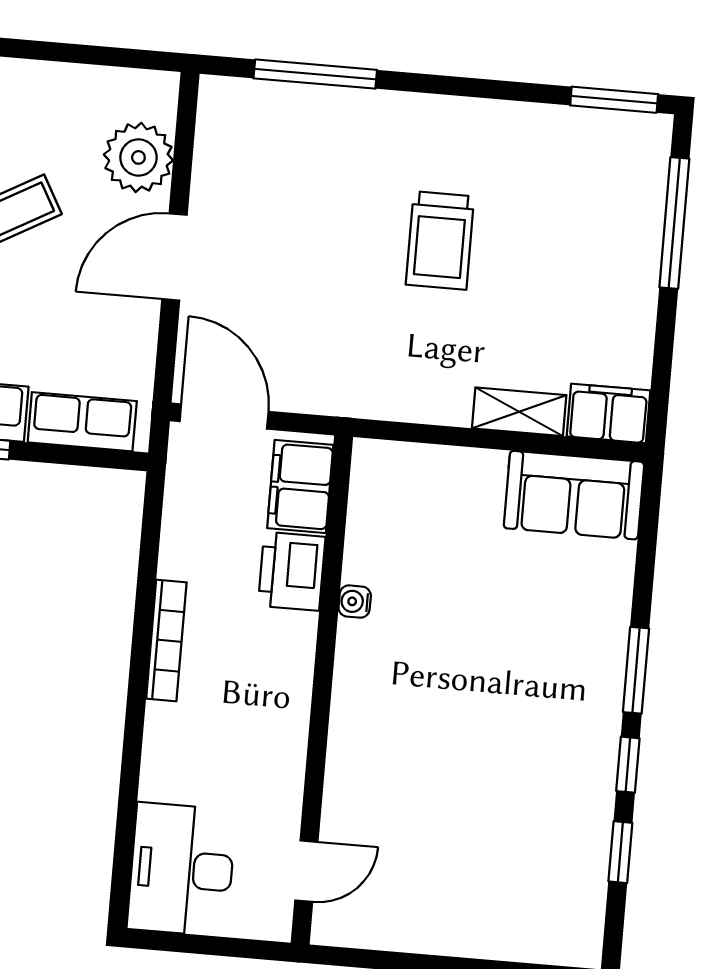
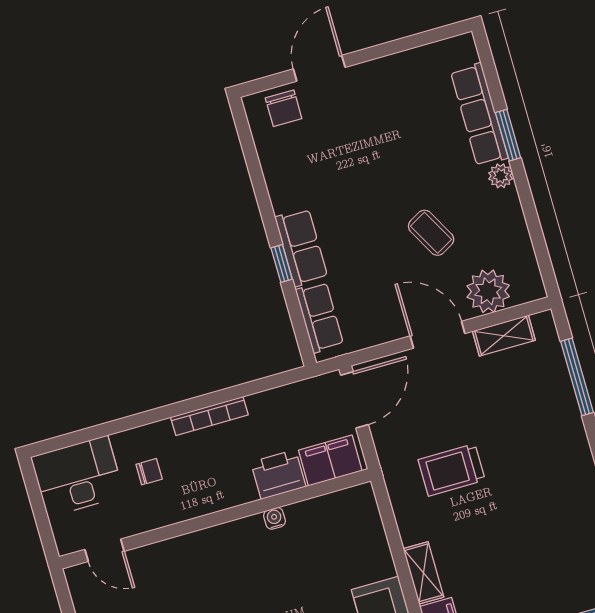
shelving: (213, 159) -> (504, 336), added
trolley: (440, 241) -> (452, 470), moved
chair: (215, 761) -> (149, 472), added

